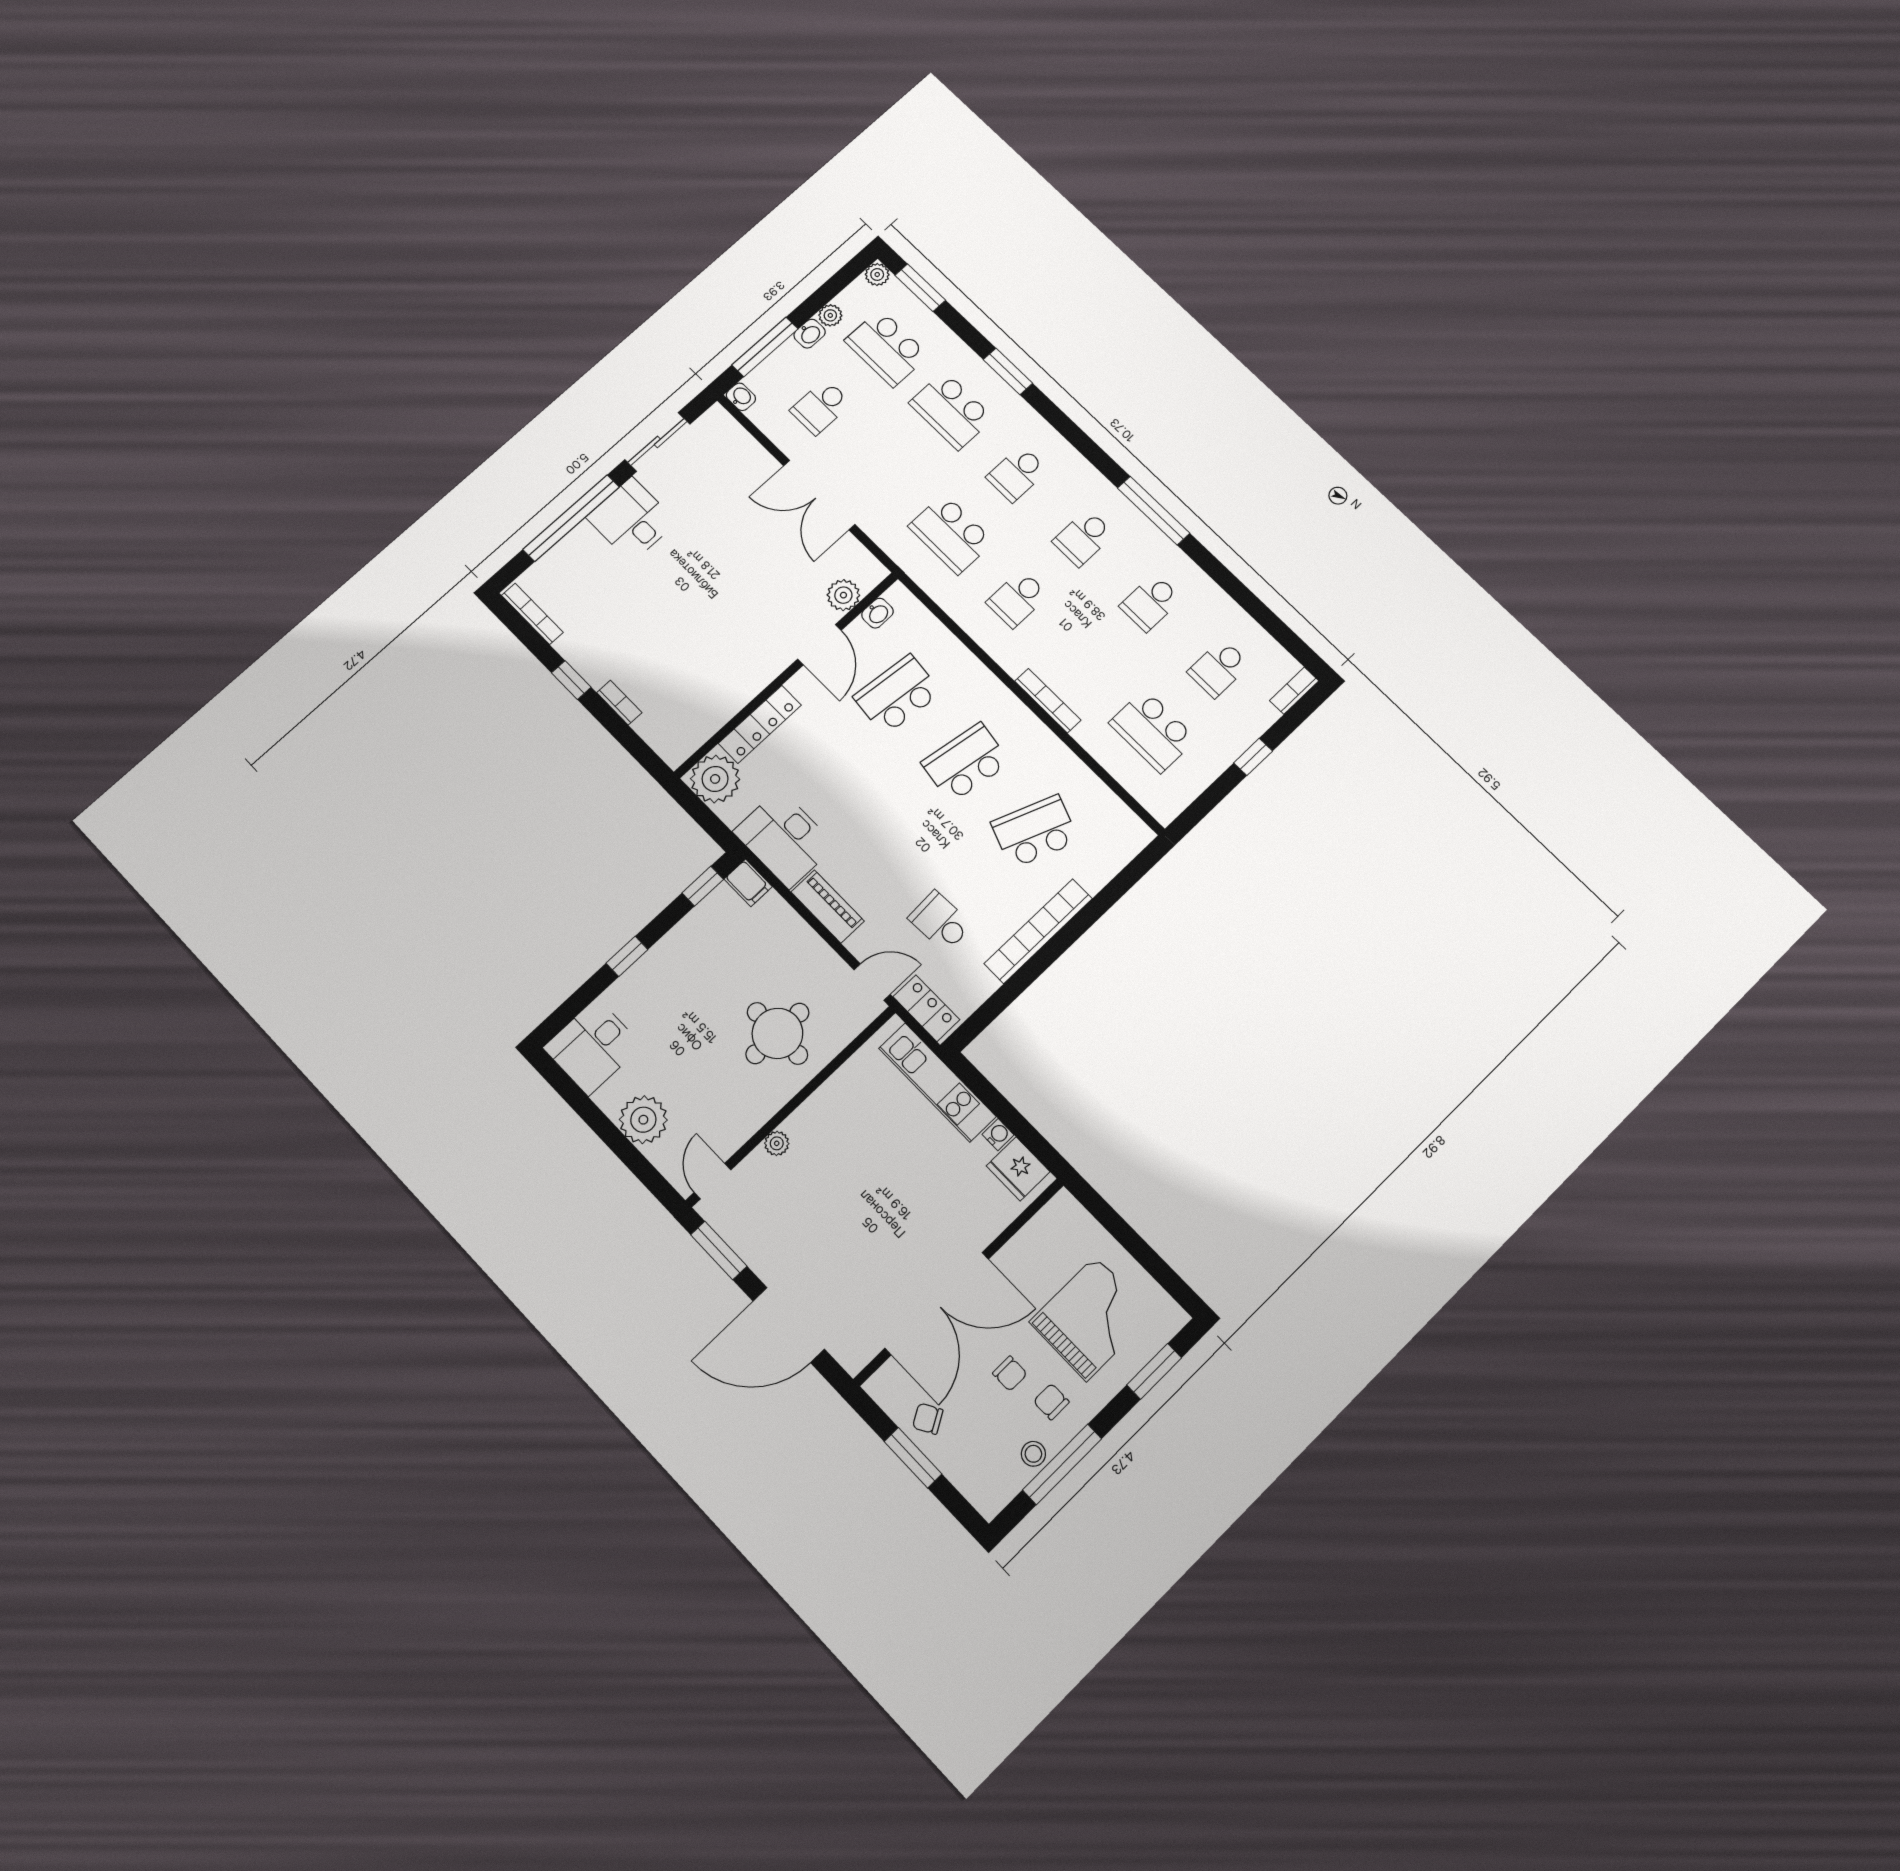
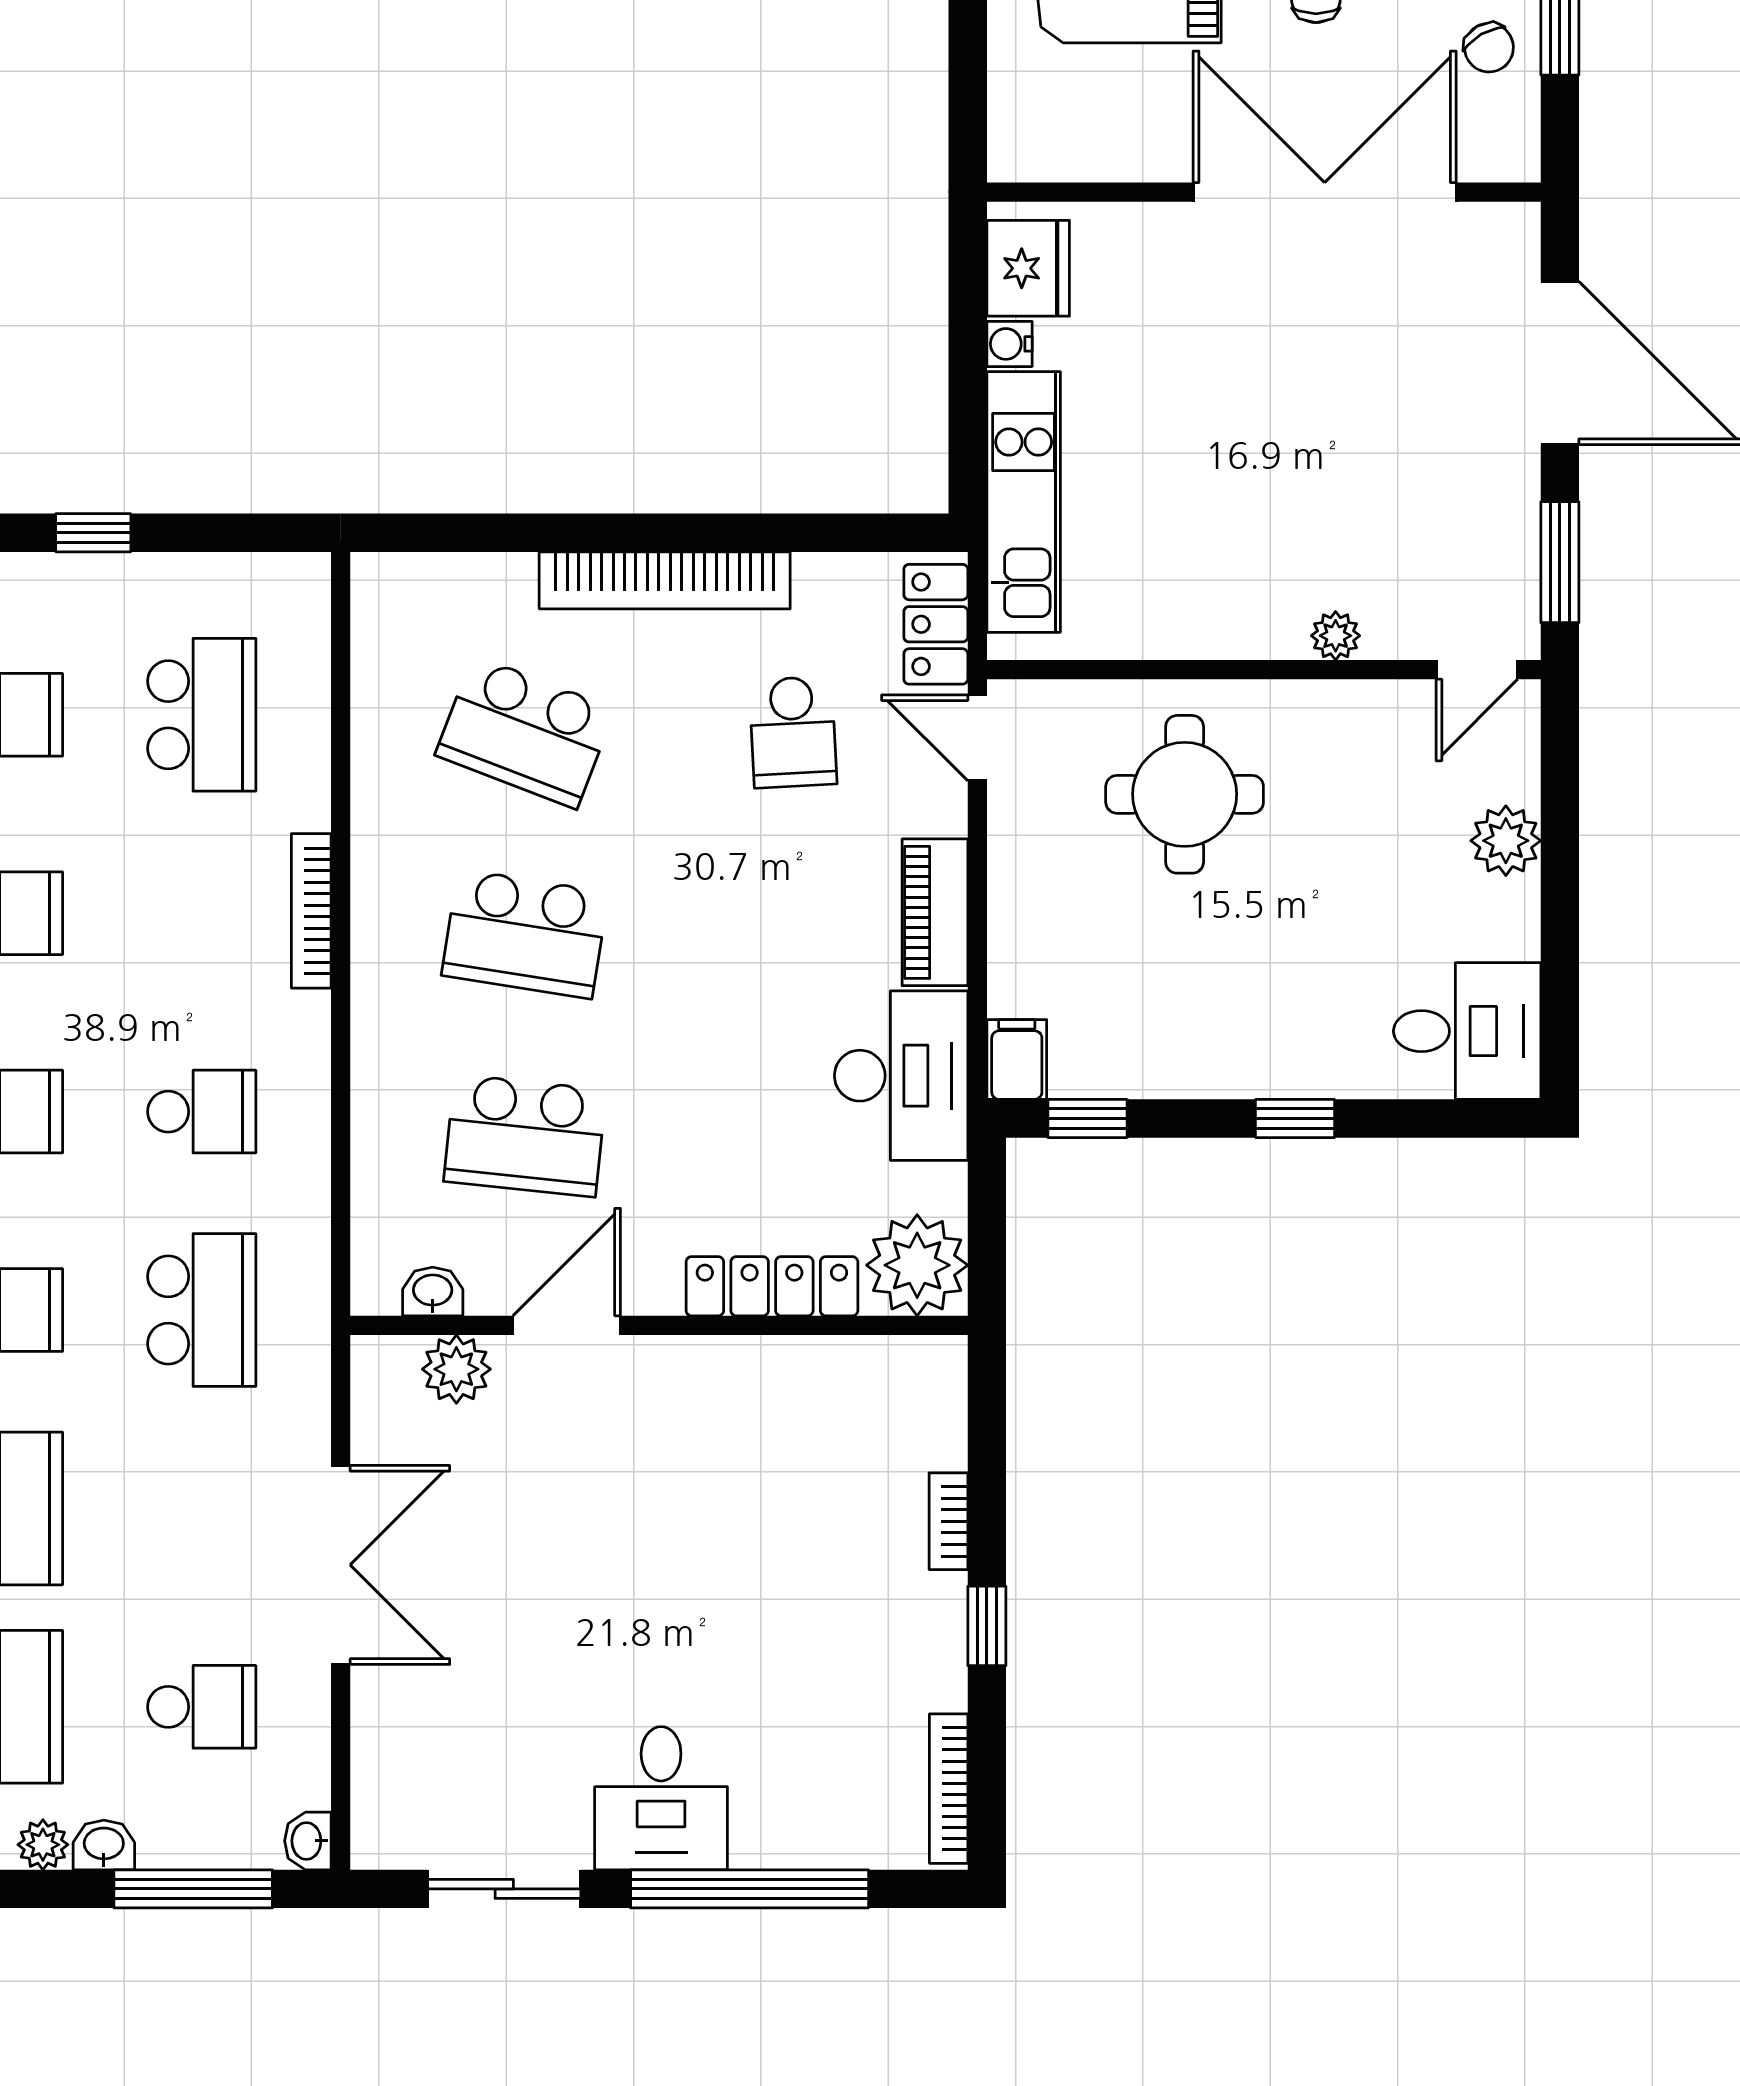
plant: (643, 1120) -> (1506, 841), width x0.73, depth x0.73

